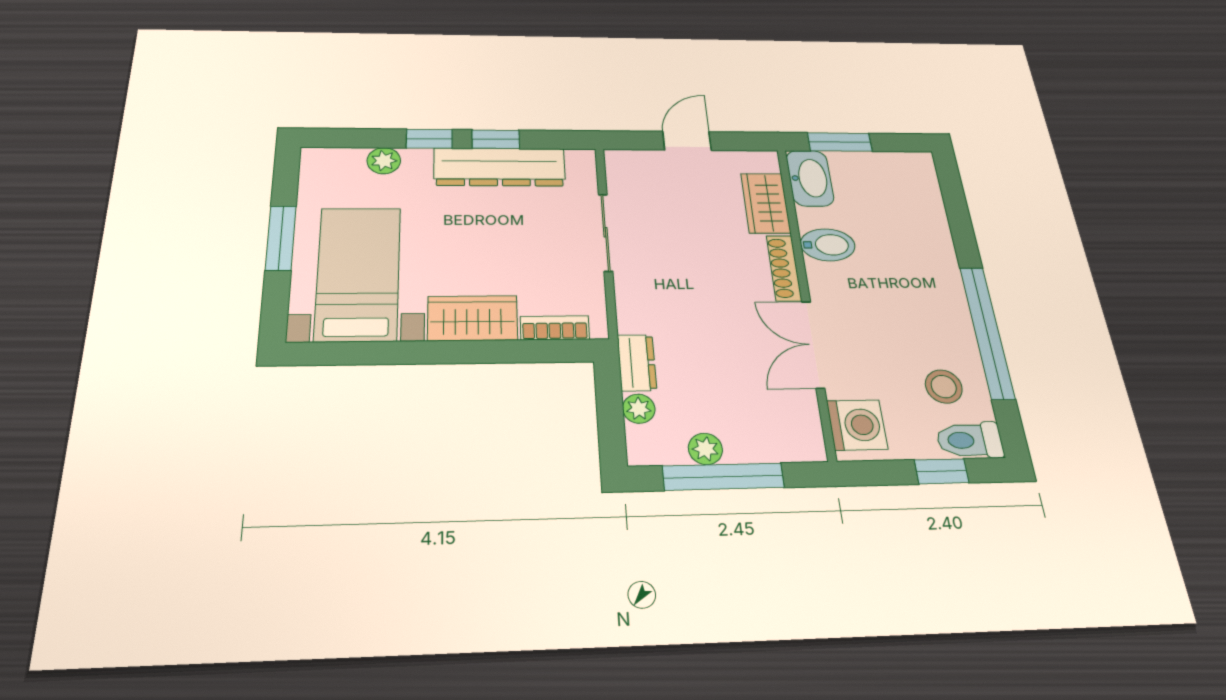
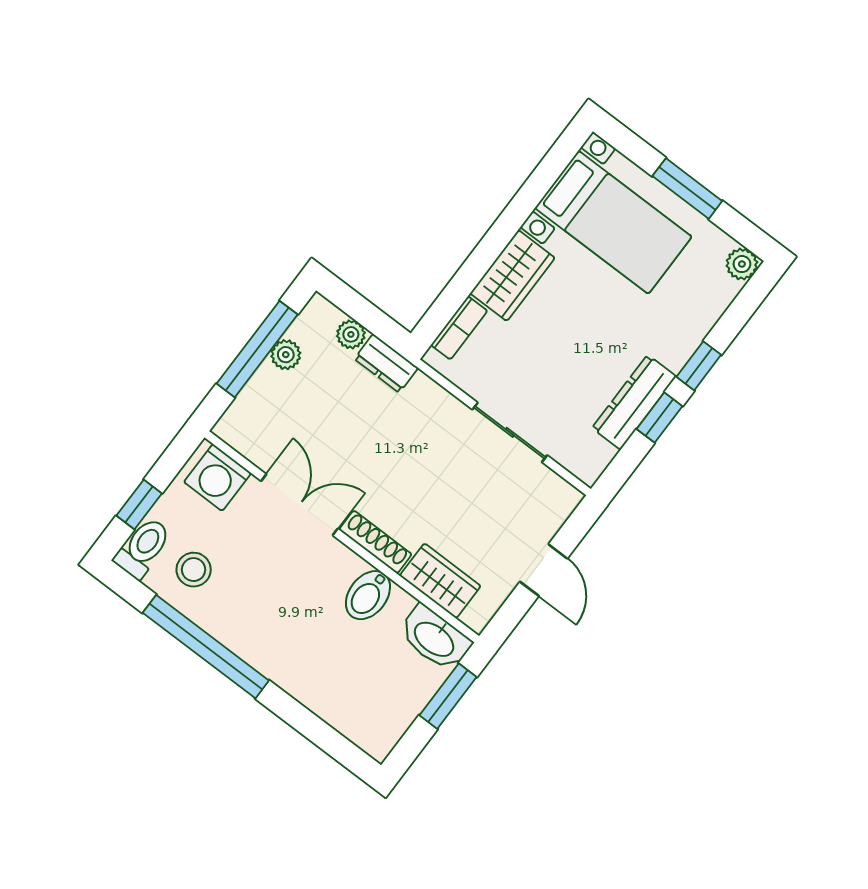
plant: (384, 161) -> (742, 264), moved
dresser: (500, 167) -> (634, 402), width x0.73, depth x0.80

